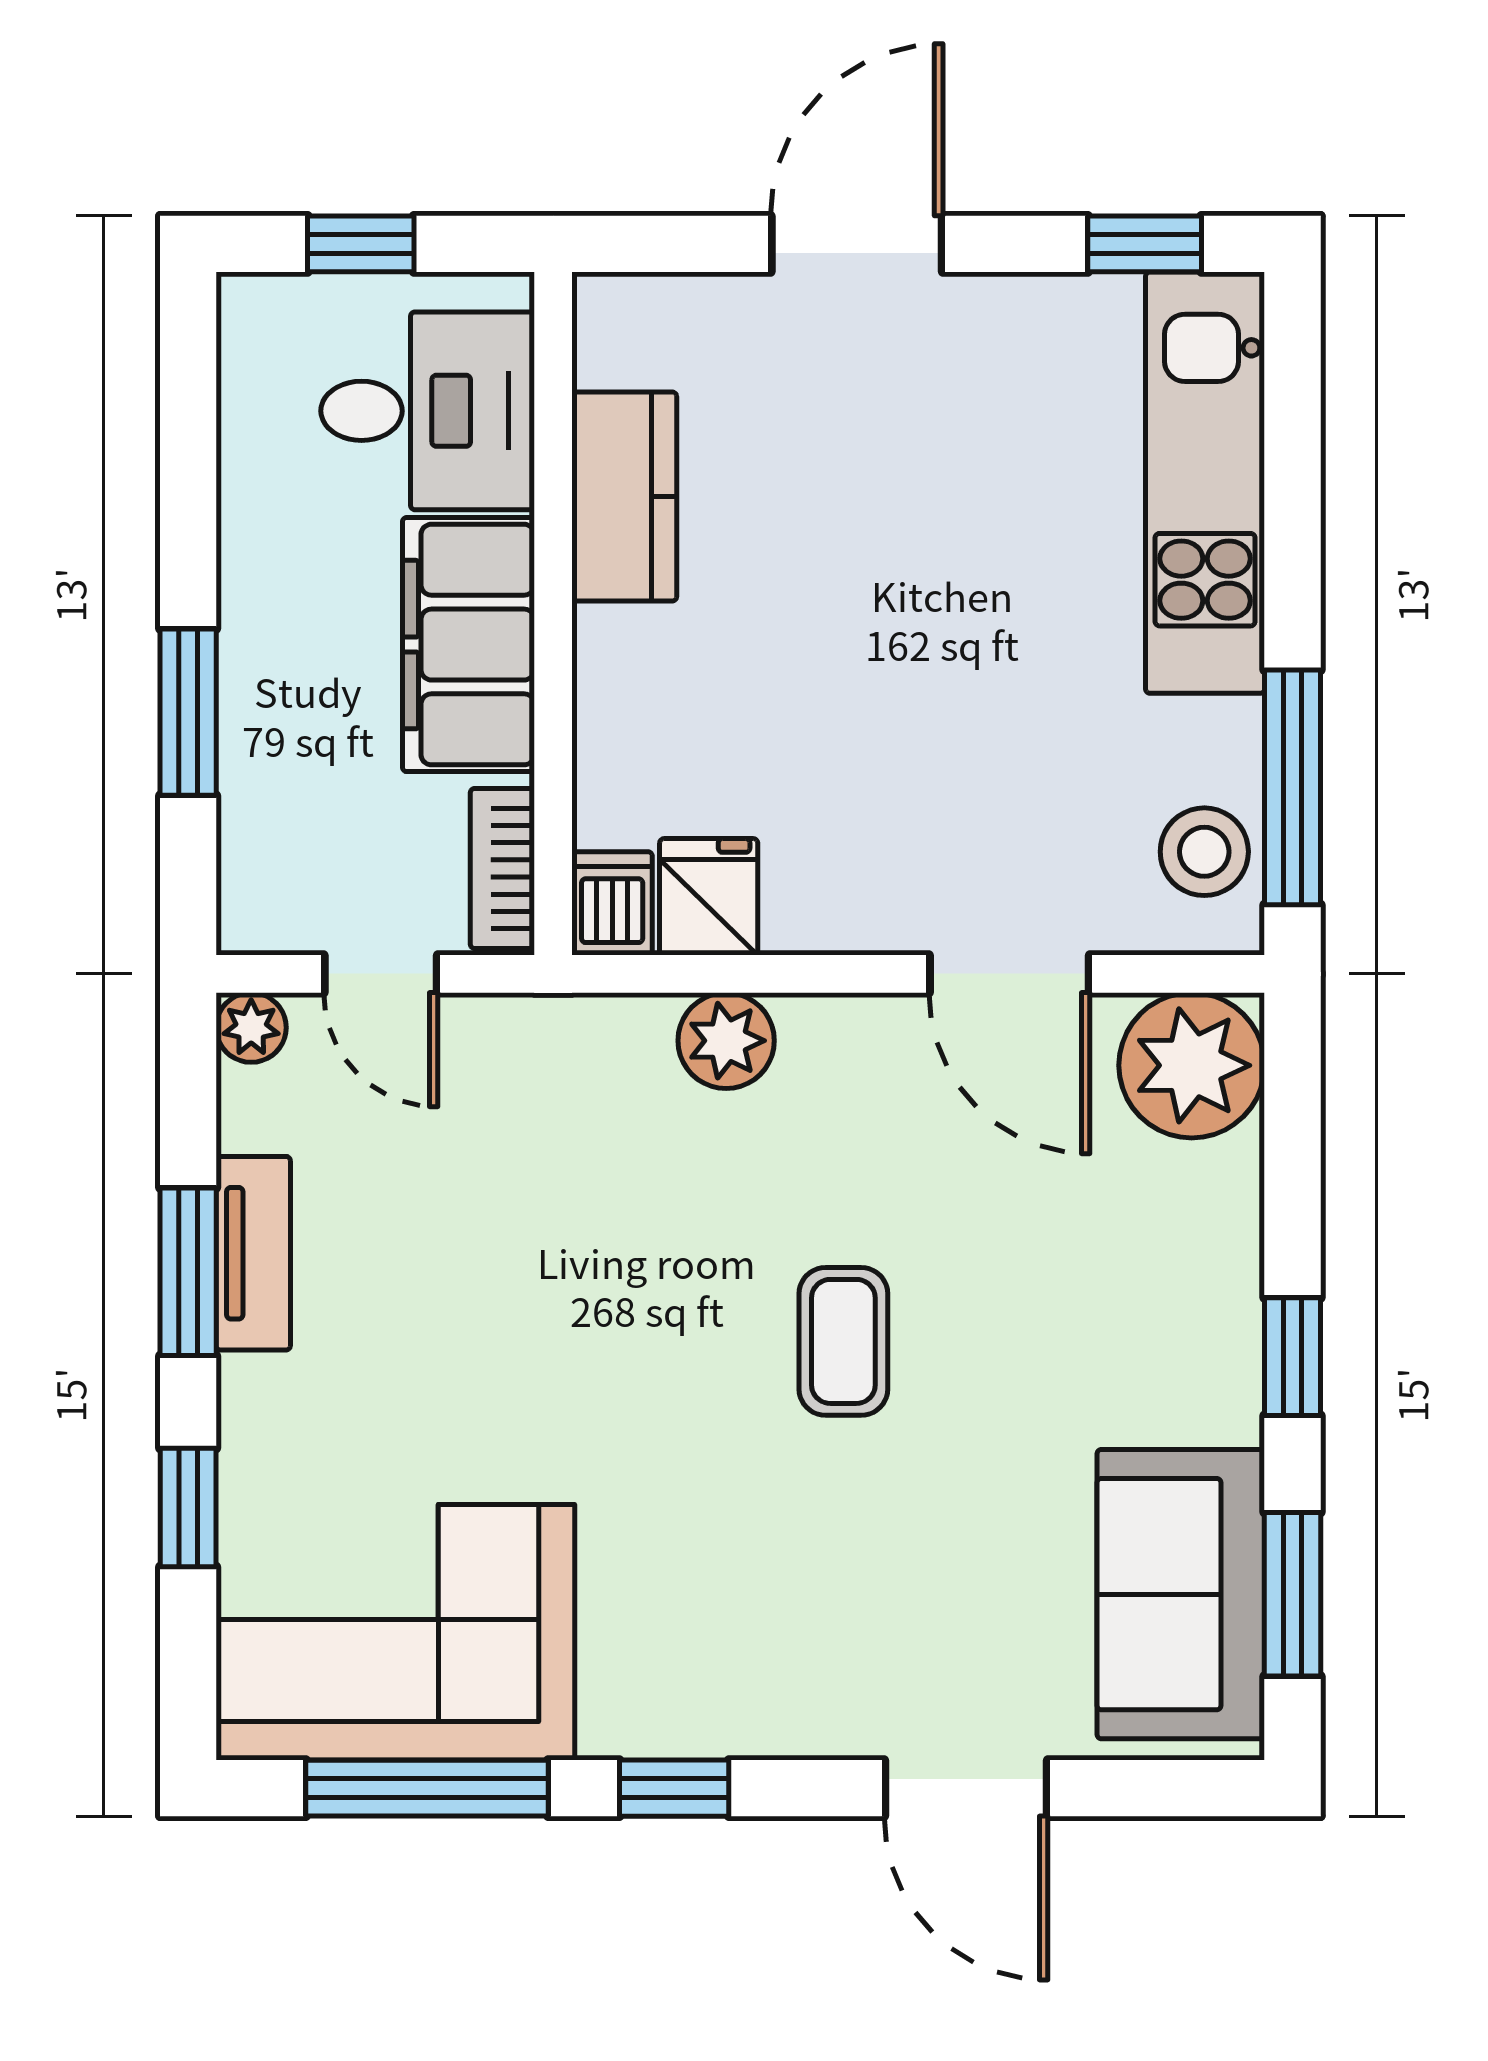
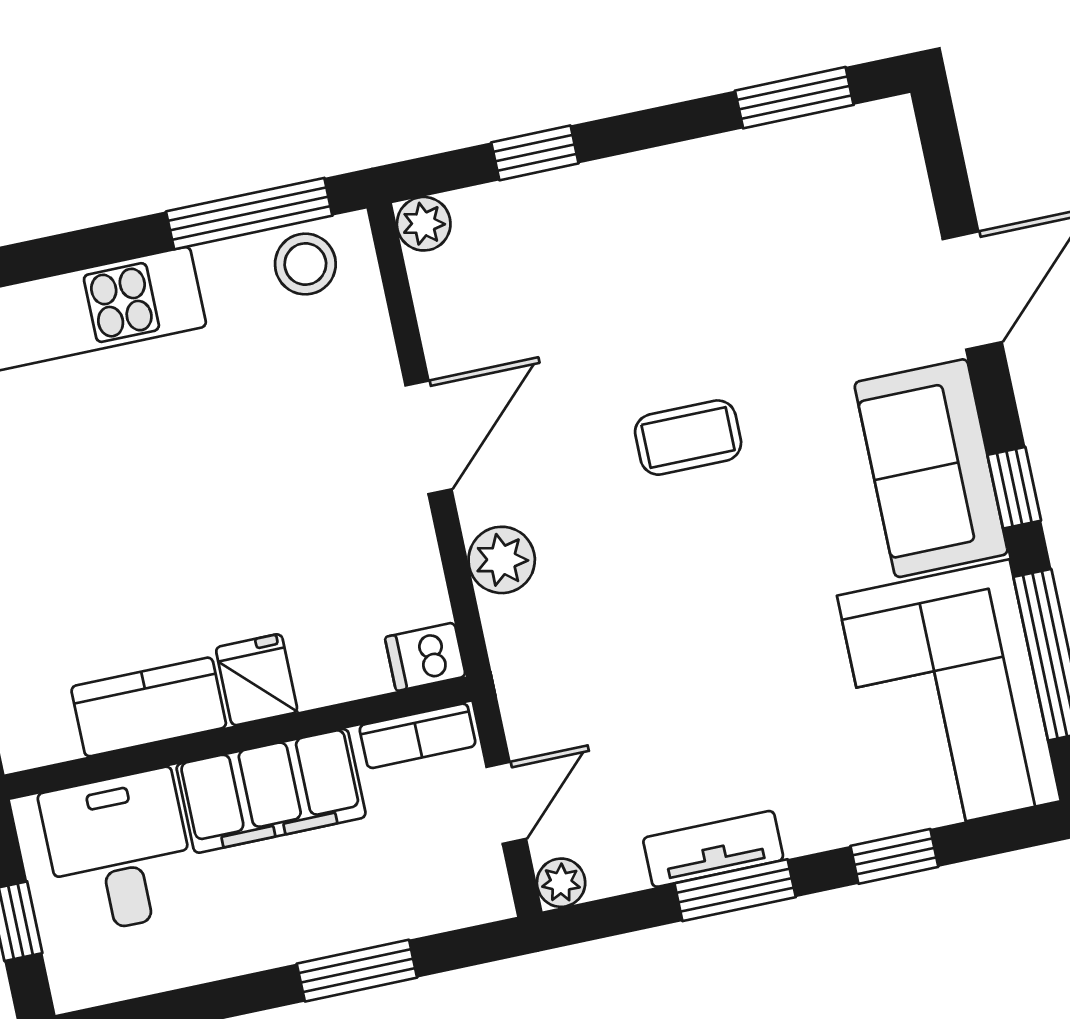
fridge: (709, 897) -> (257, 680), moved, turned 90
door: (1009, 974) -> (428, 437), moved
plant: (1192, 1065) -> (424, 224), width x0.53, depth x0.53
window: (1293, 1357) -> (535, 153), moved
sofa: (1181, 1594) -> (931, 468), moved, turned 90

